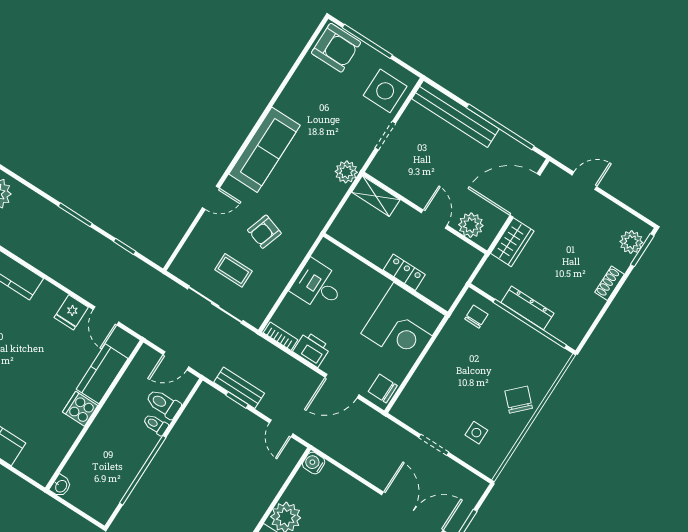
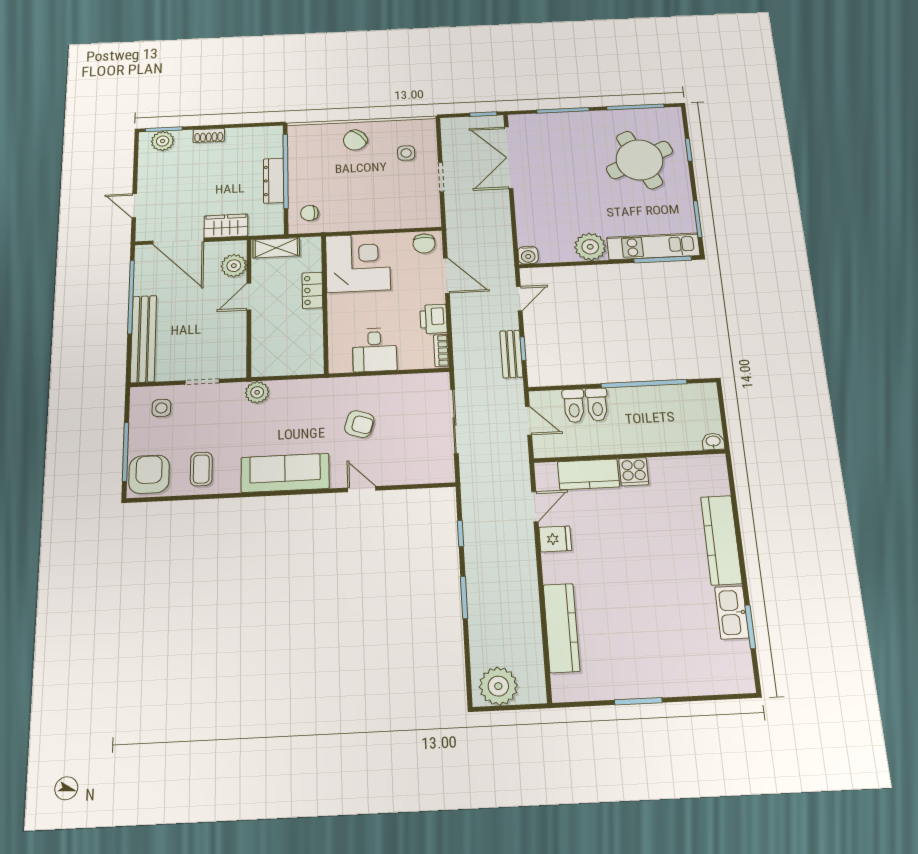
side table: (385, 91) -> (161, 408), width x0.54, depth x0.54
shelving: (376, 196) -> (276, 248), moved, turned 90
coffee table: (233, 270) -> (201, 469), moved
toilet: (156, 424) -> (597, 404), width x1.37, depth x1.39

